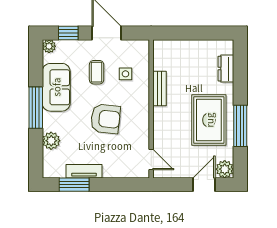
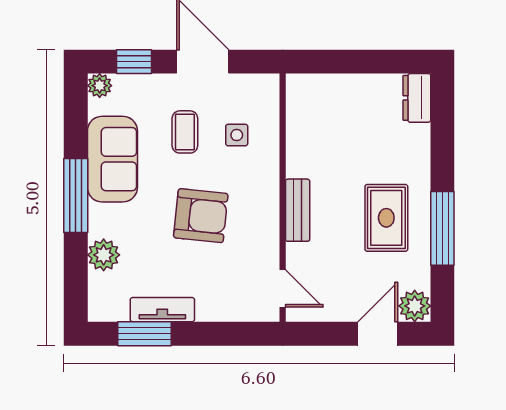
dresser: (226, 69) -> (417, 98), moved
bench: (159, 89) -> (298, 210), moved
rug: (209, 120) -> (386, 218), width x0.73, depth x0.70

